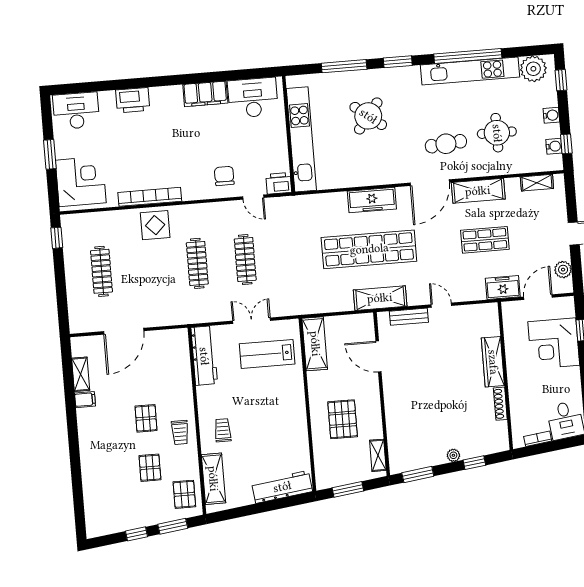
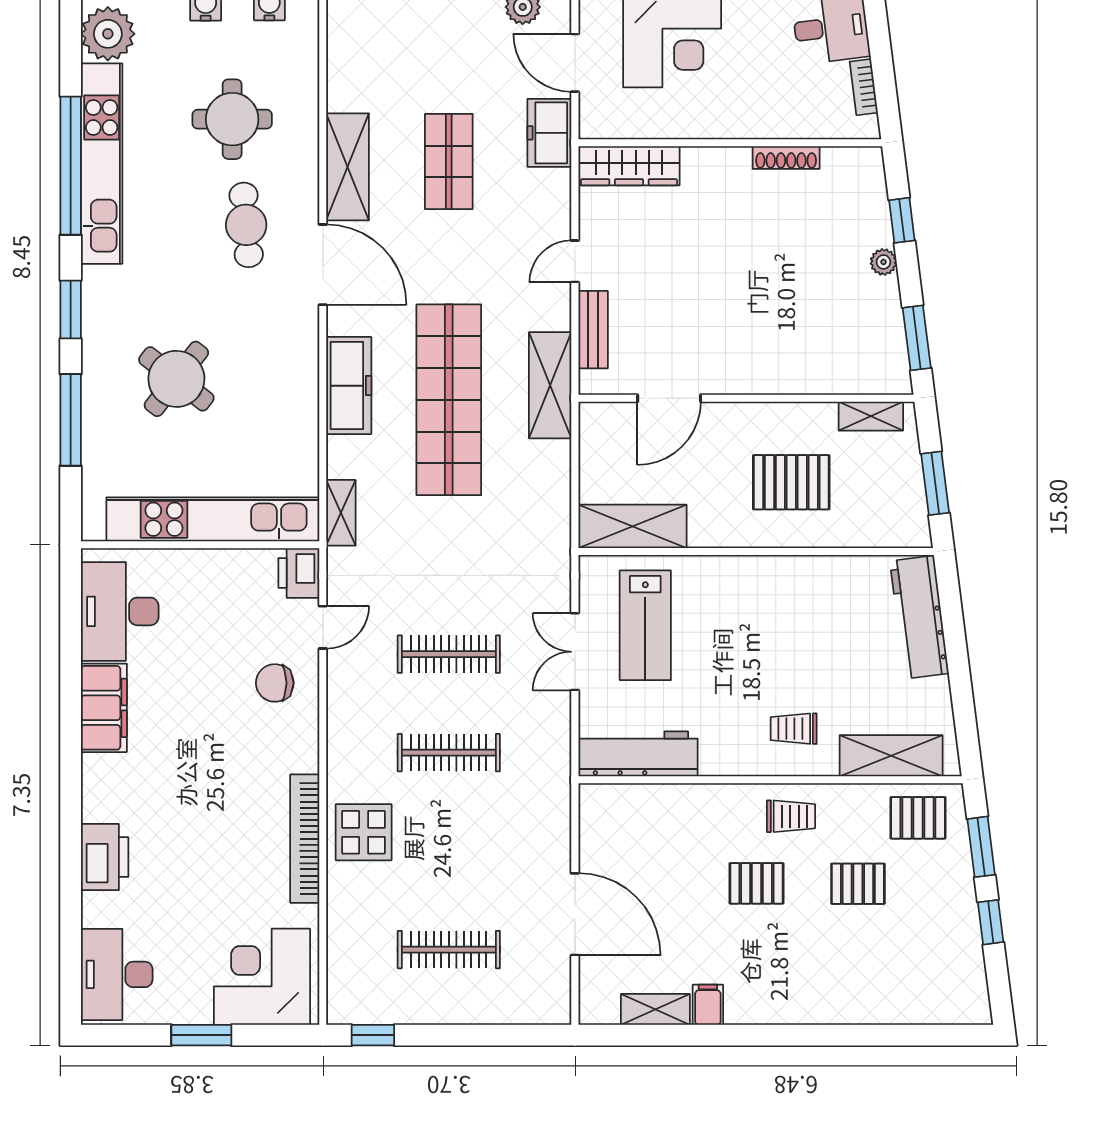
shelving: (537, 183) -> (341, 513), moved
wardrobe: (493, 362) -> (629, 166), moved

